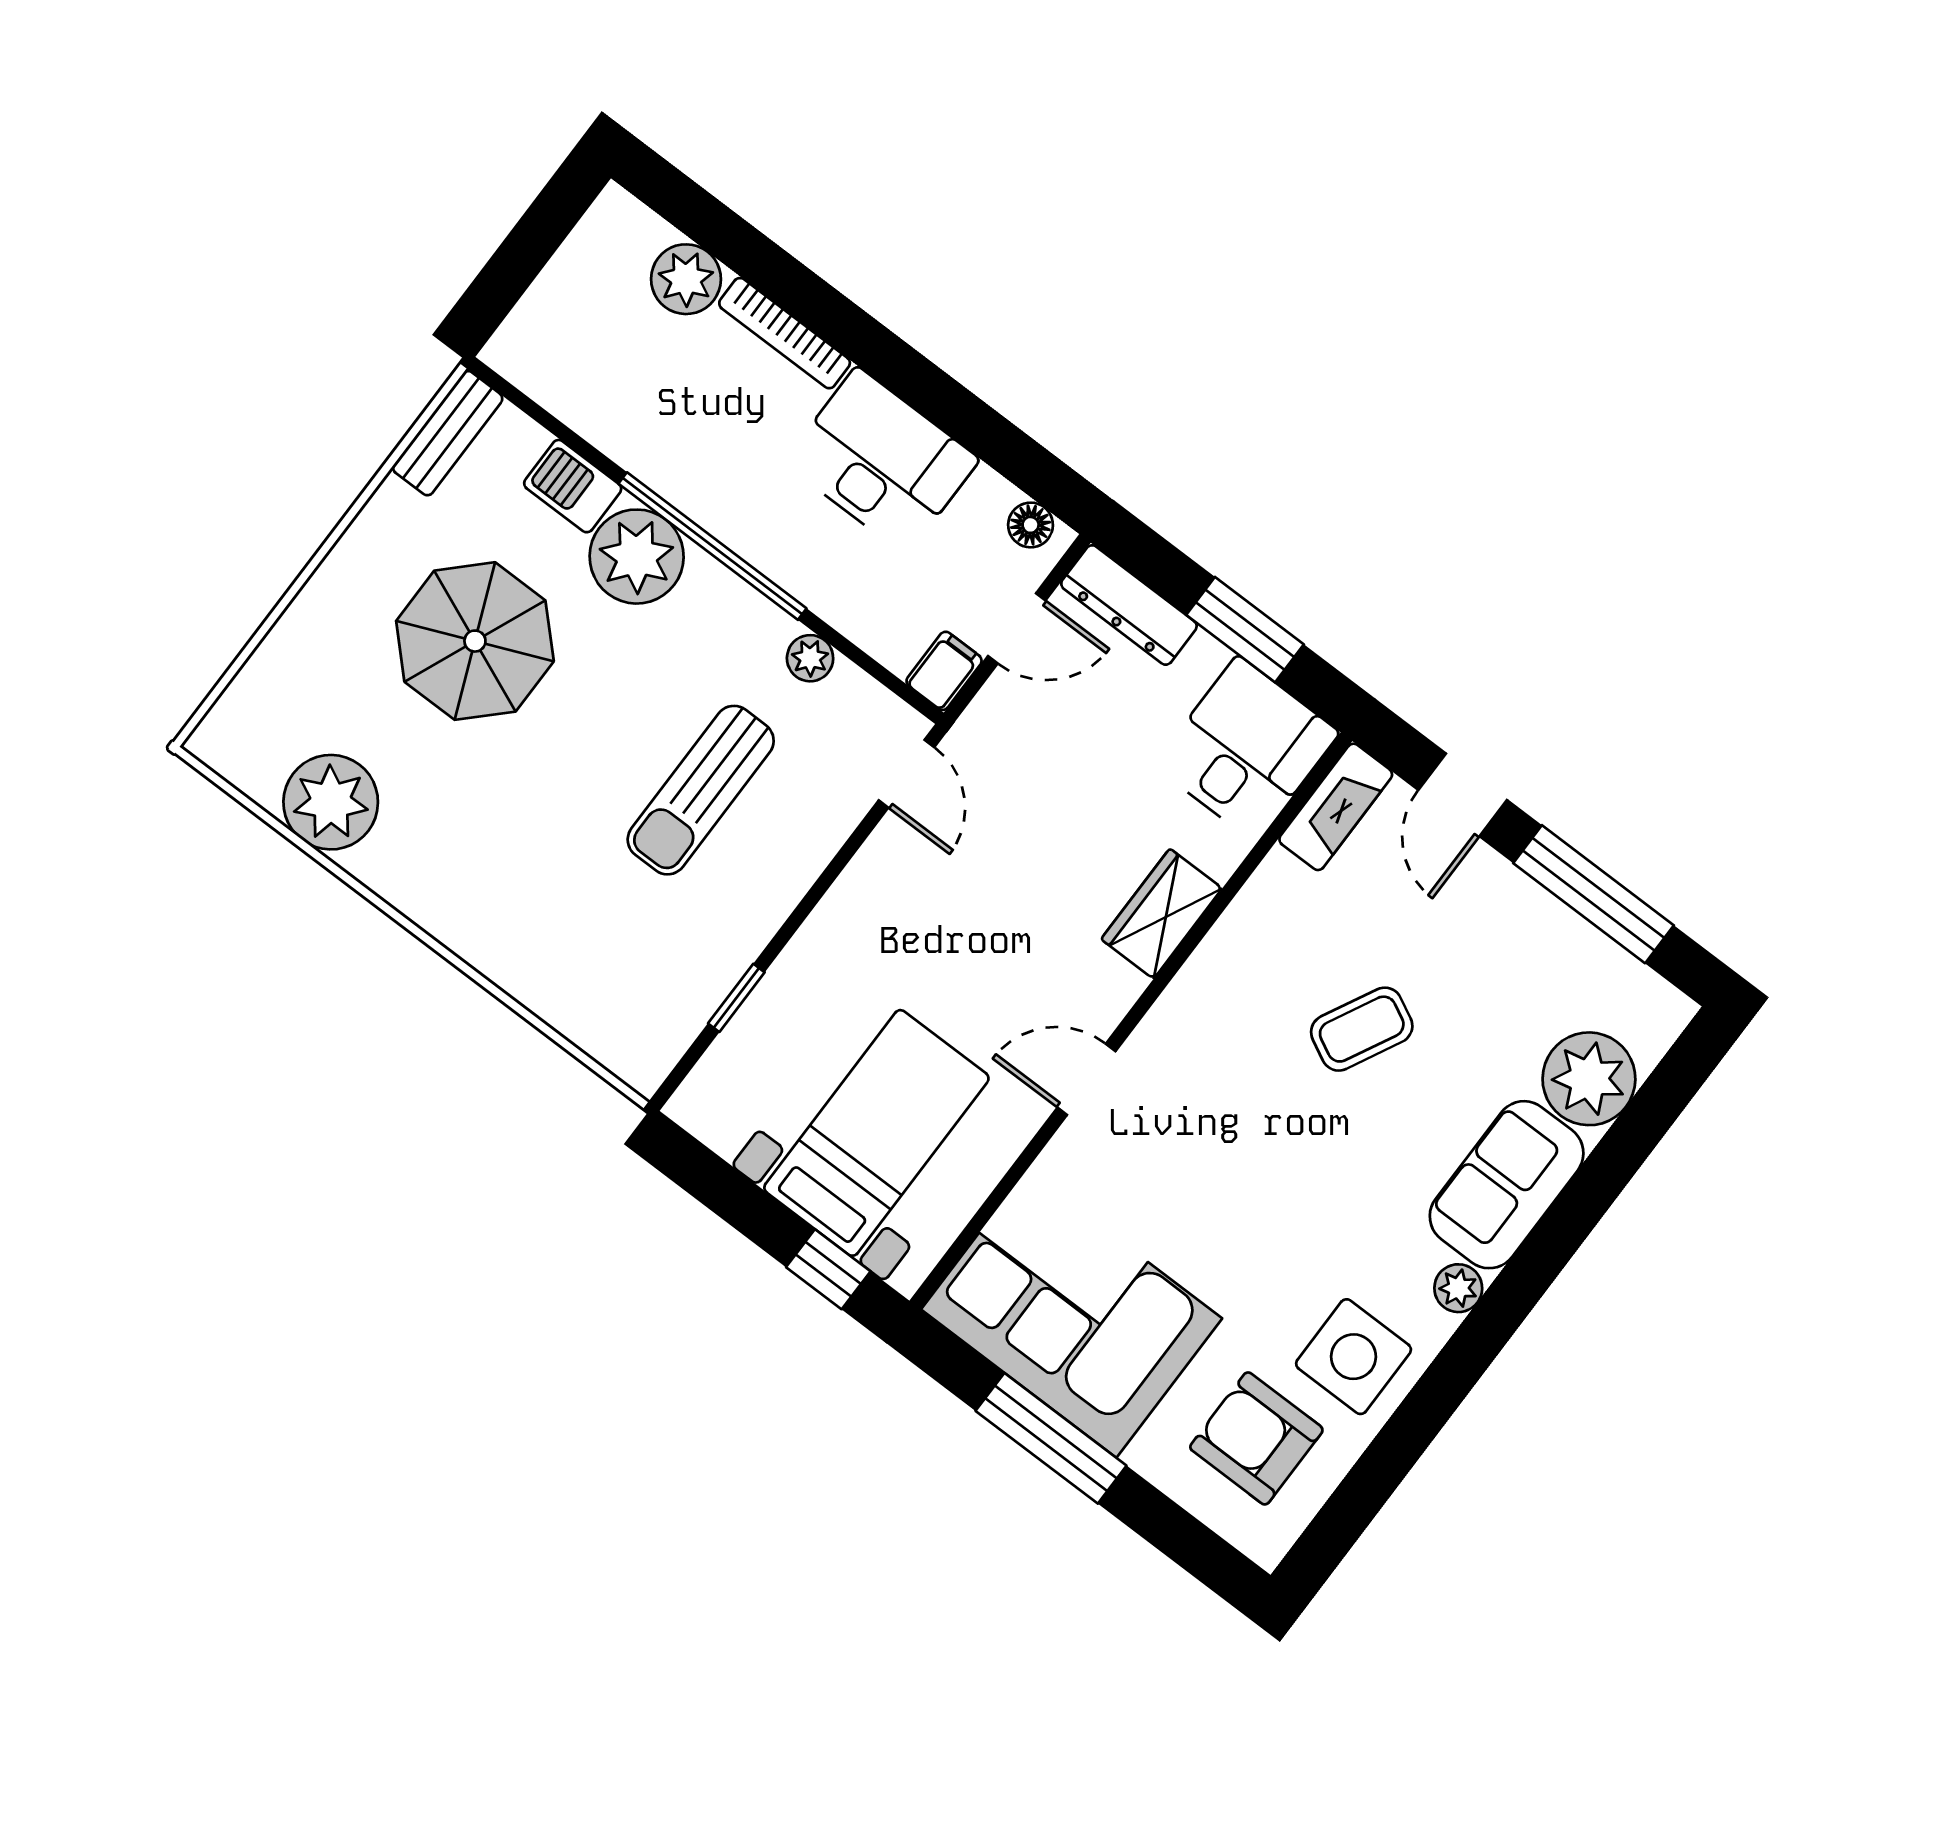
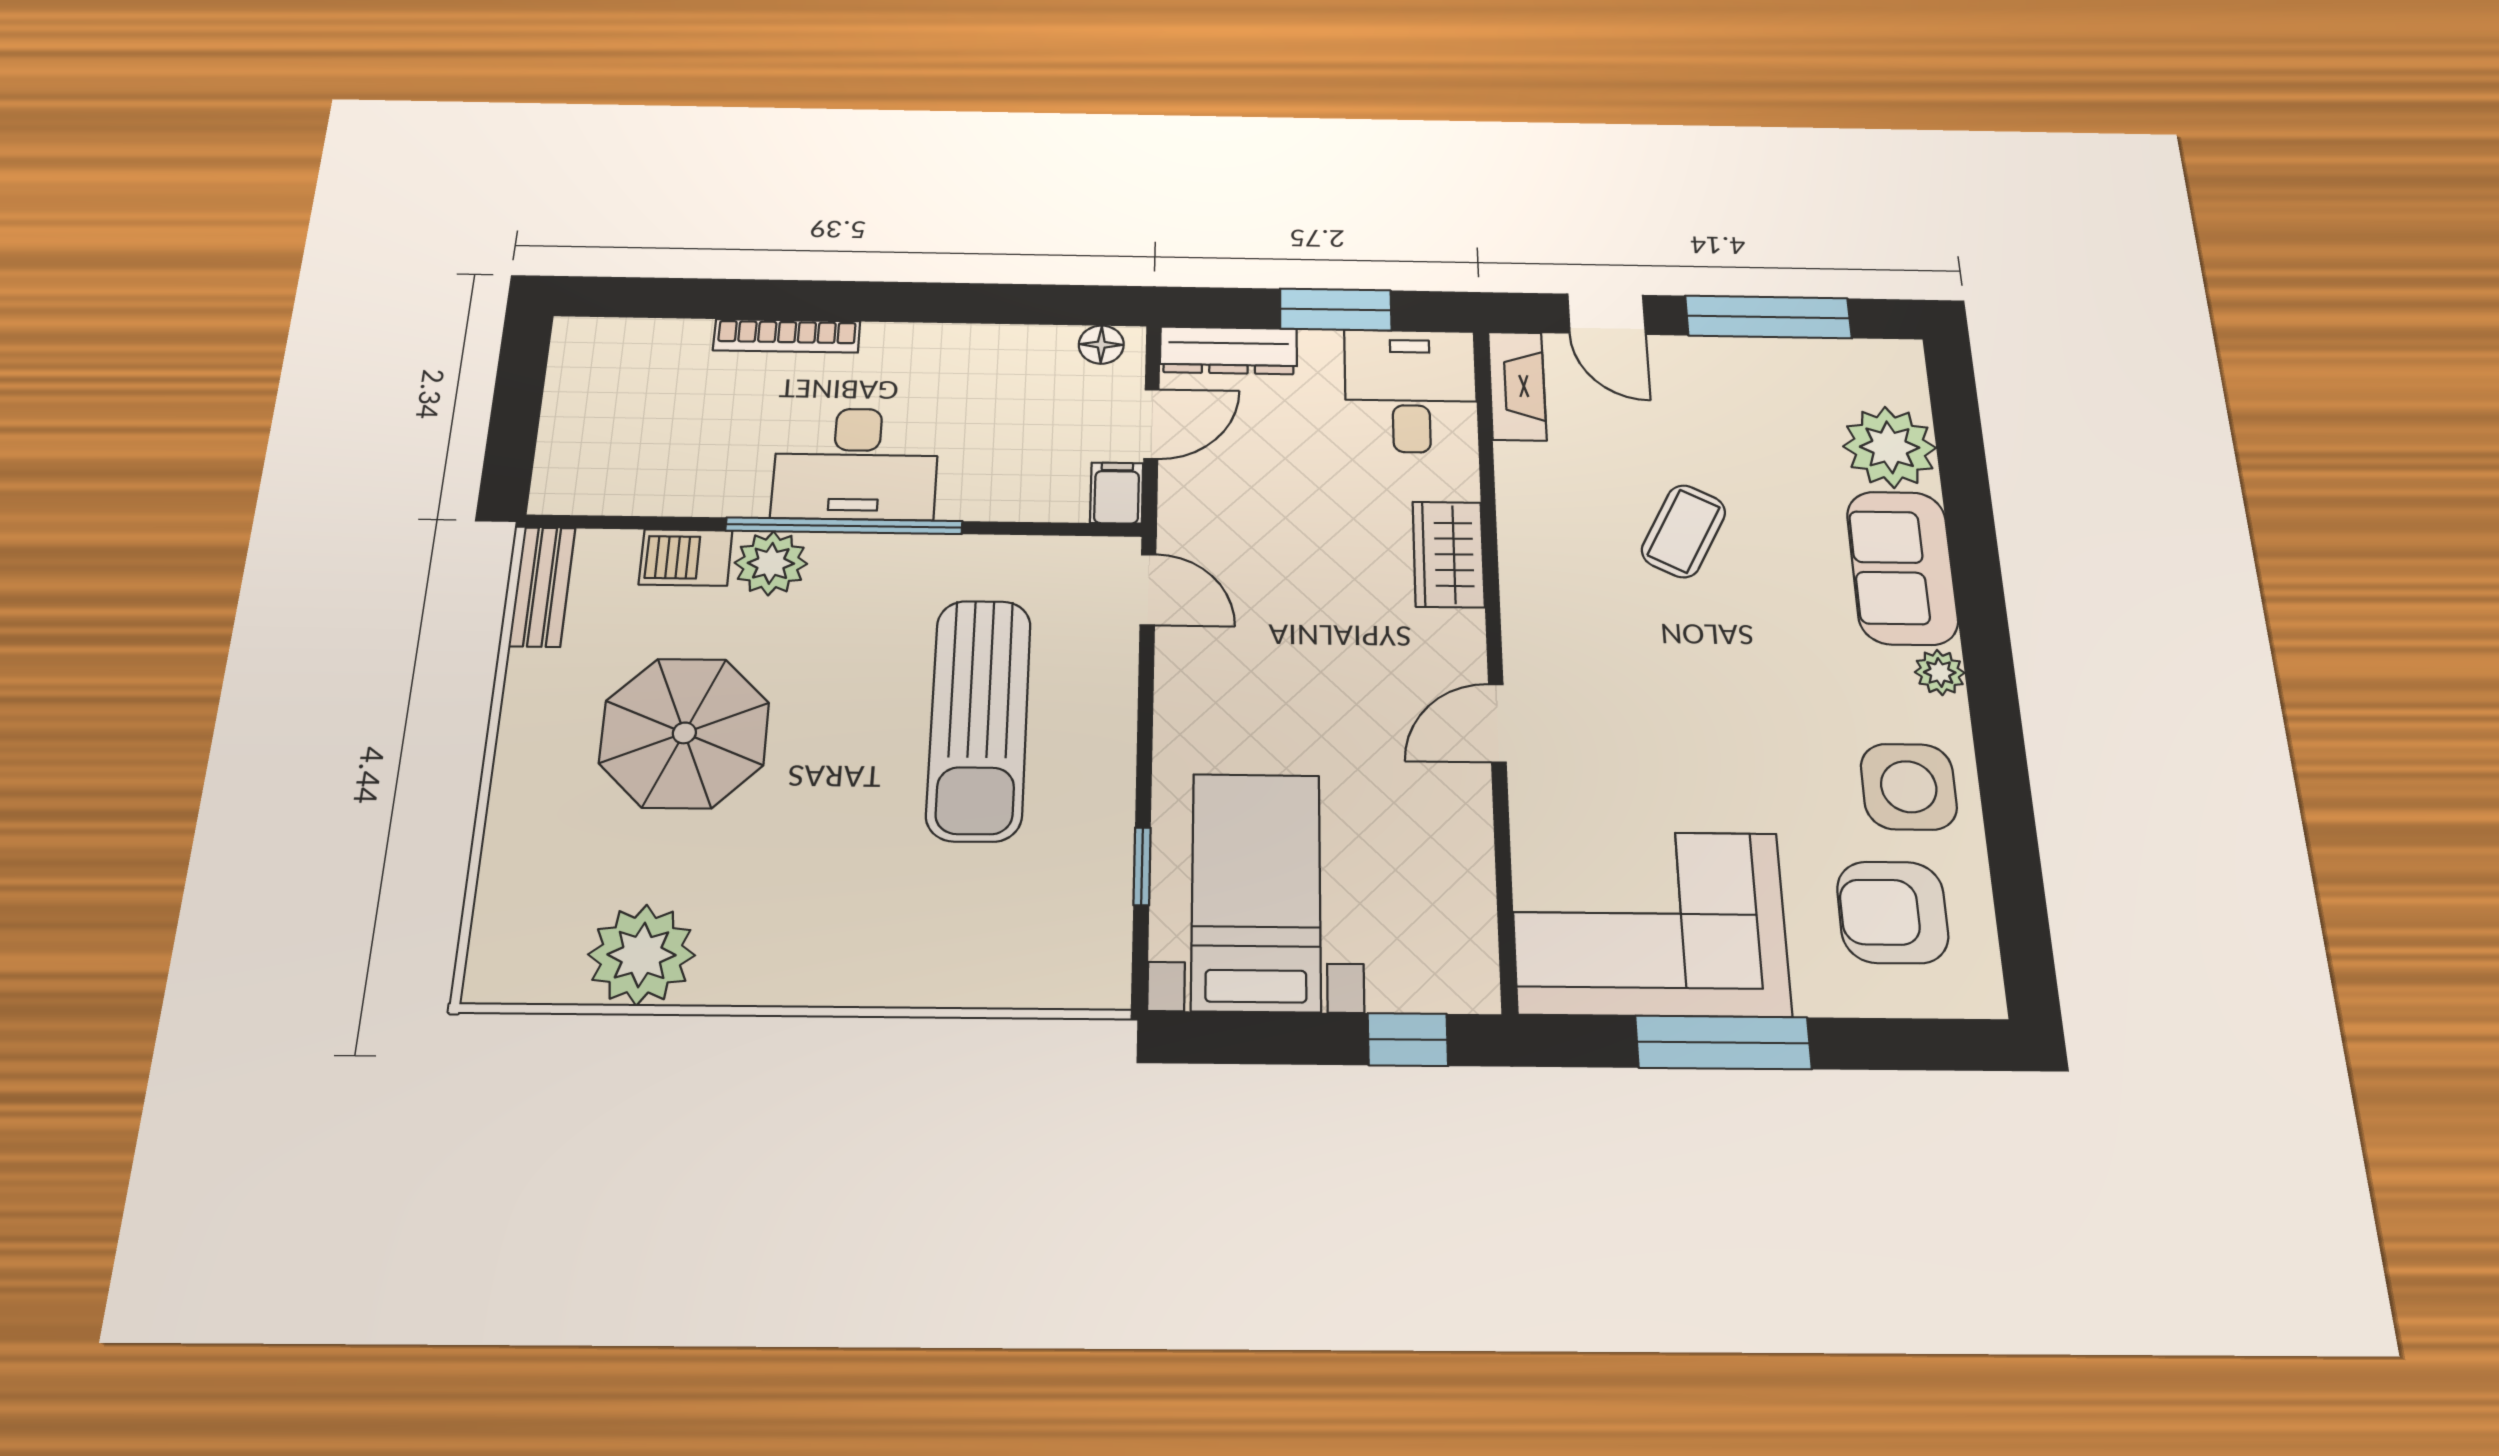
plant: (686, 279) -> (673, 348), removed
desk: (881, 461) -> (856, 464), moved, turned 180
plant: (637, 557) -> (771, 563), width x0.73, depth x0.73
plant: (810, 658) -> (995, 556), removed
sun lounger: (701, 790) -> (979, 719), width x1.36, depth x1.34
bed with nightstands: (876, 1133) -> (1256, 891), moved

